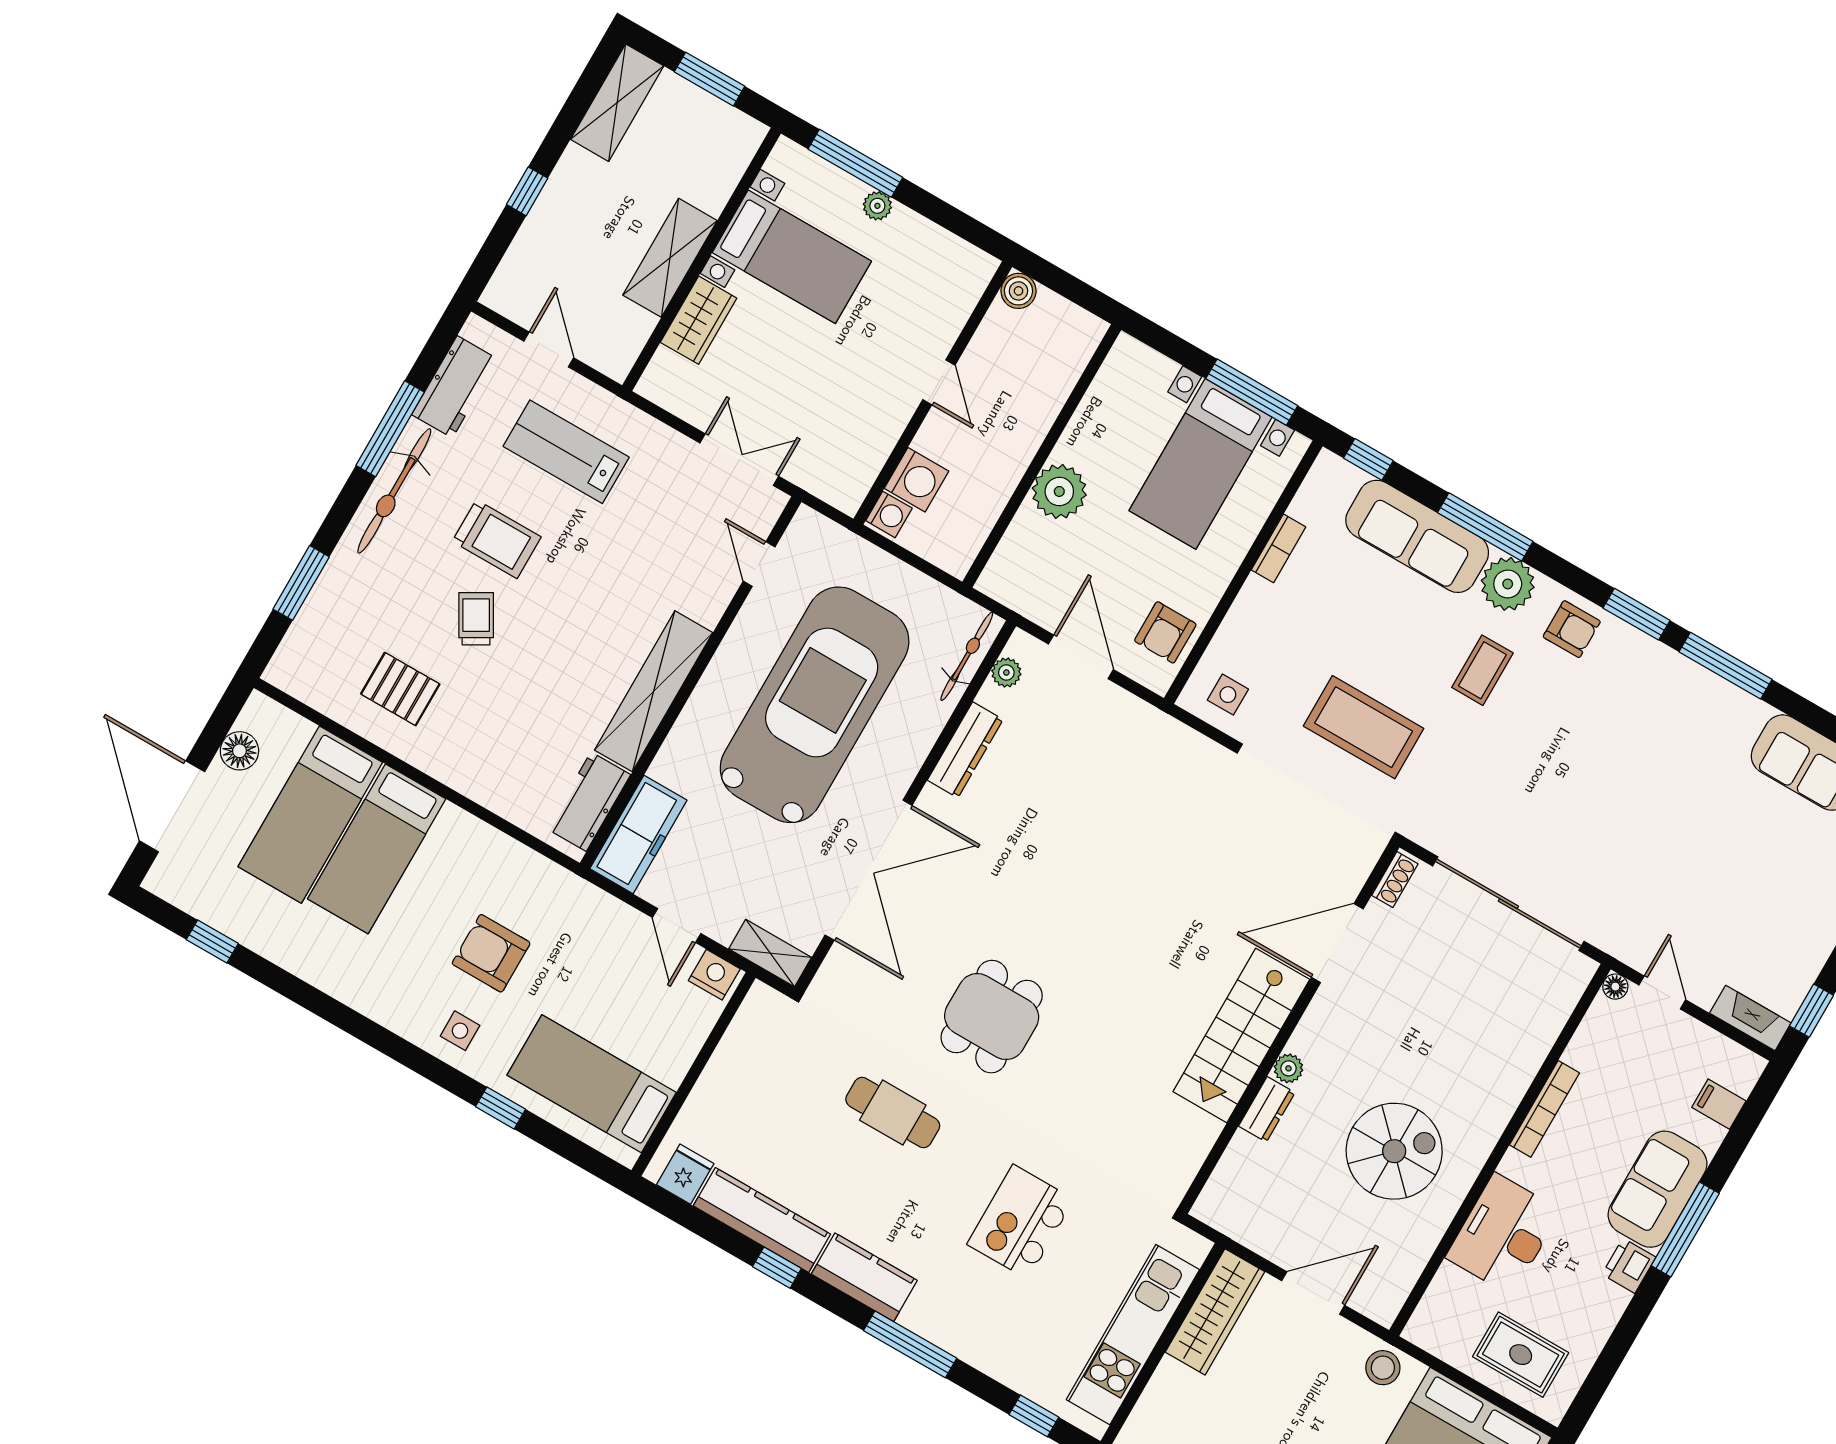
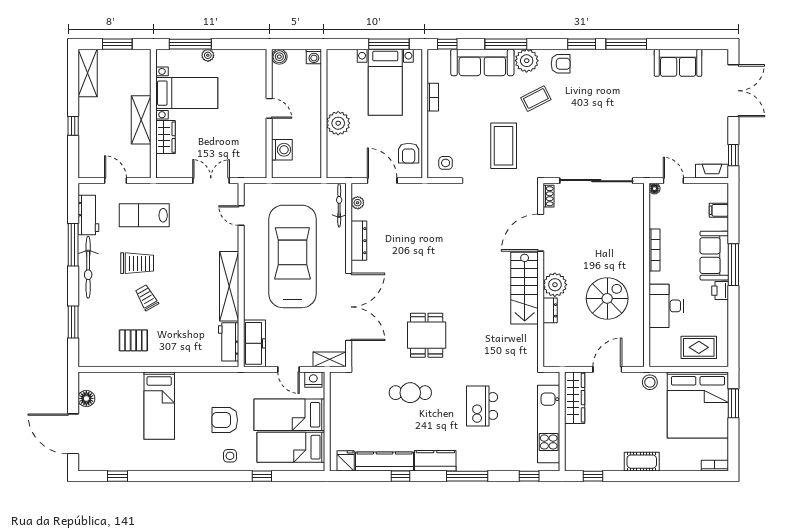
washing machine: (889, 514) -> (314, 56), moved, turned 90
coffee table: (1482, 670) -> (536, 99), turned 63
coffee table: (1364, 727) -> (504, 146), turned 90
bed: (310, 815) -> (289, 415), moved, turned 90
plant: (1289, 1068) -> (555, 285), width x1.88, depth x1.88

